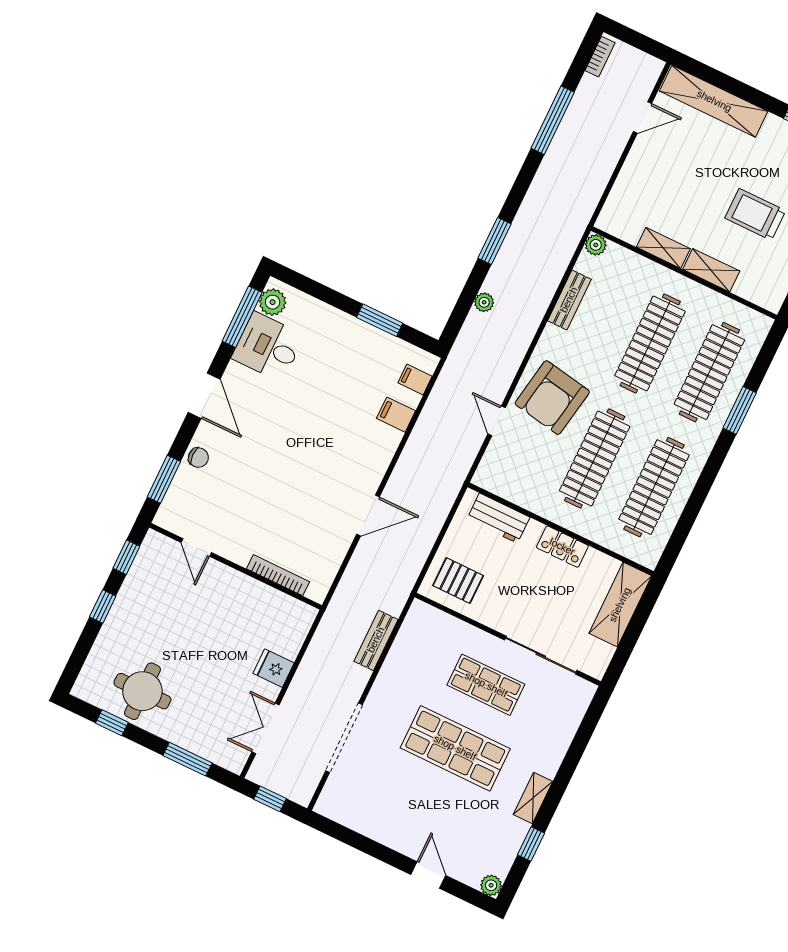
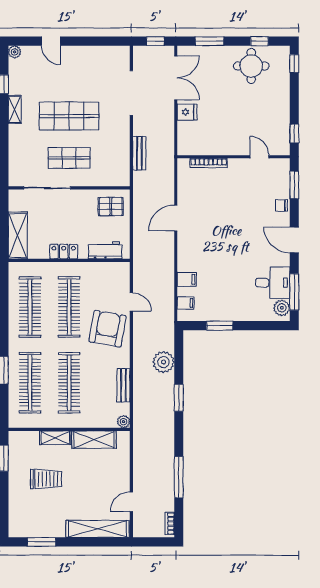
shelving: (663, 248) -> (94, 440), width x1.50, depth x1.33
plant: (484, 302) -> (163, 362), width x1.88, depth x1.88
window: (103, 606) -> (294, 64), moved
double door: (266, 728) -> (176, 78), width x1.37

